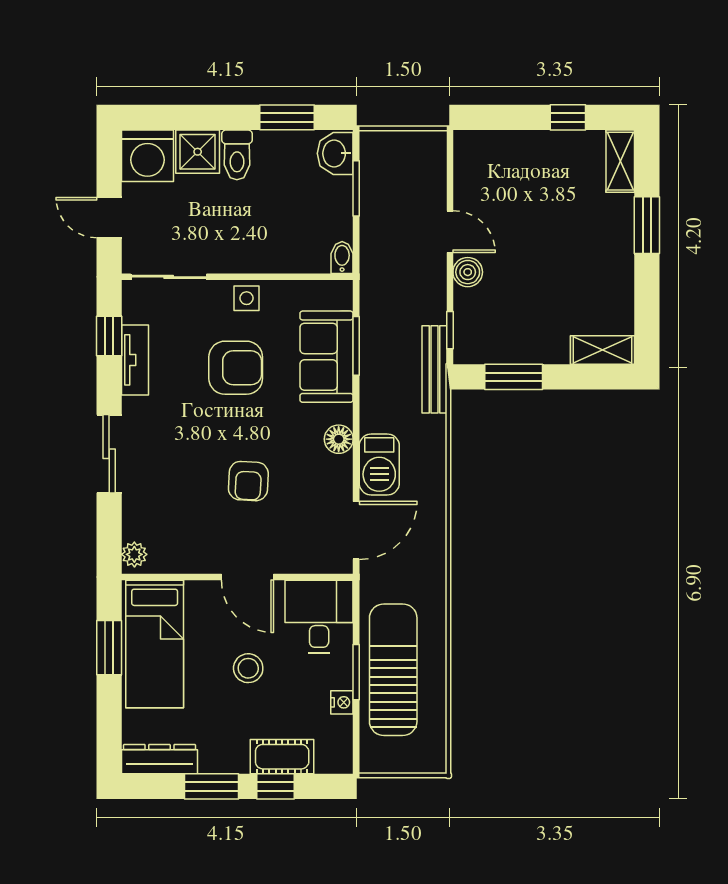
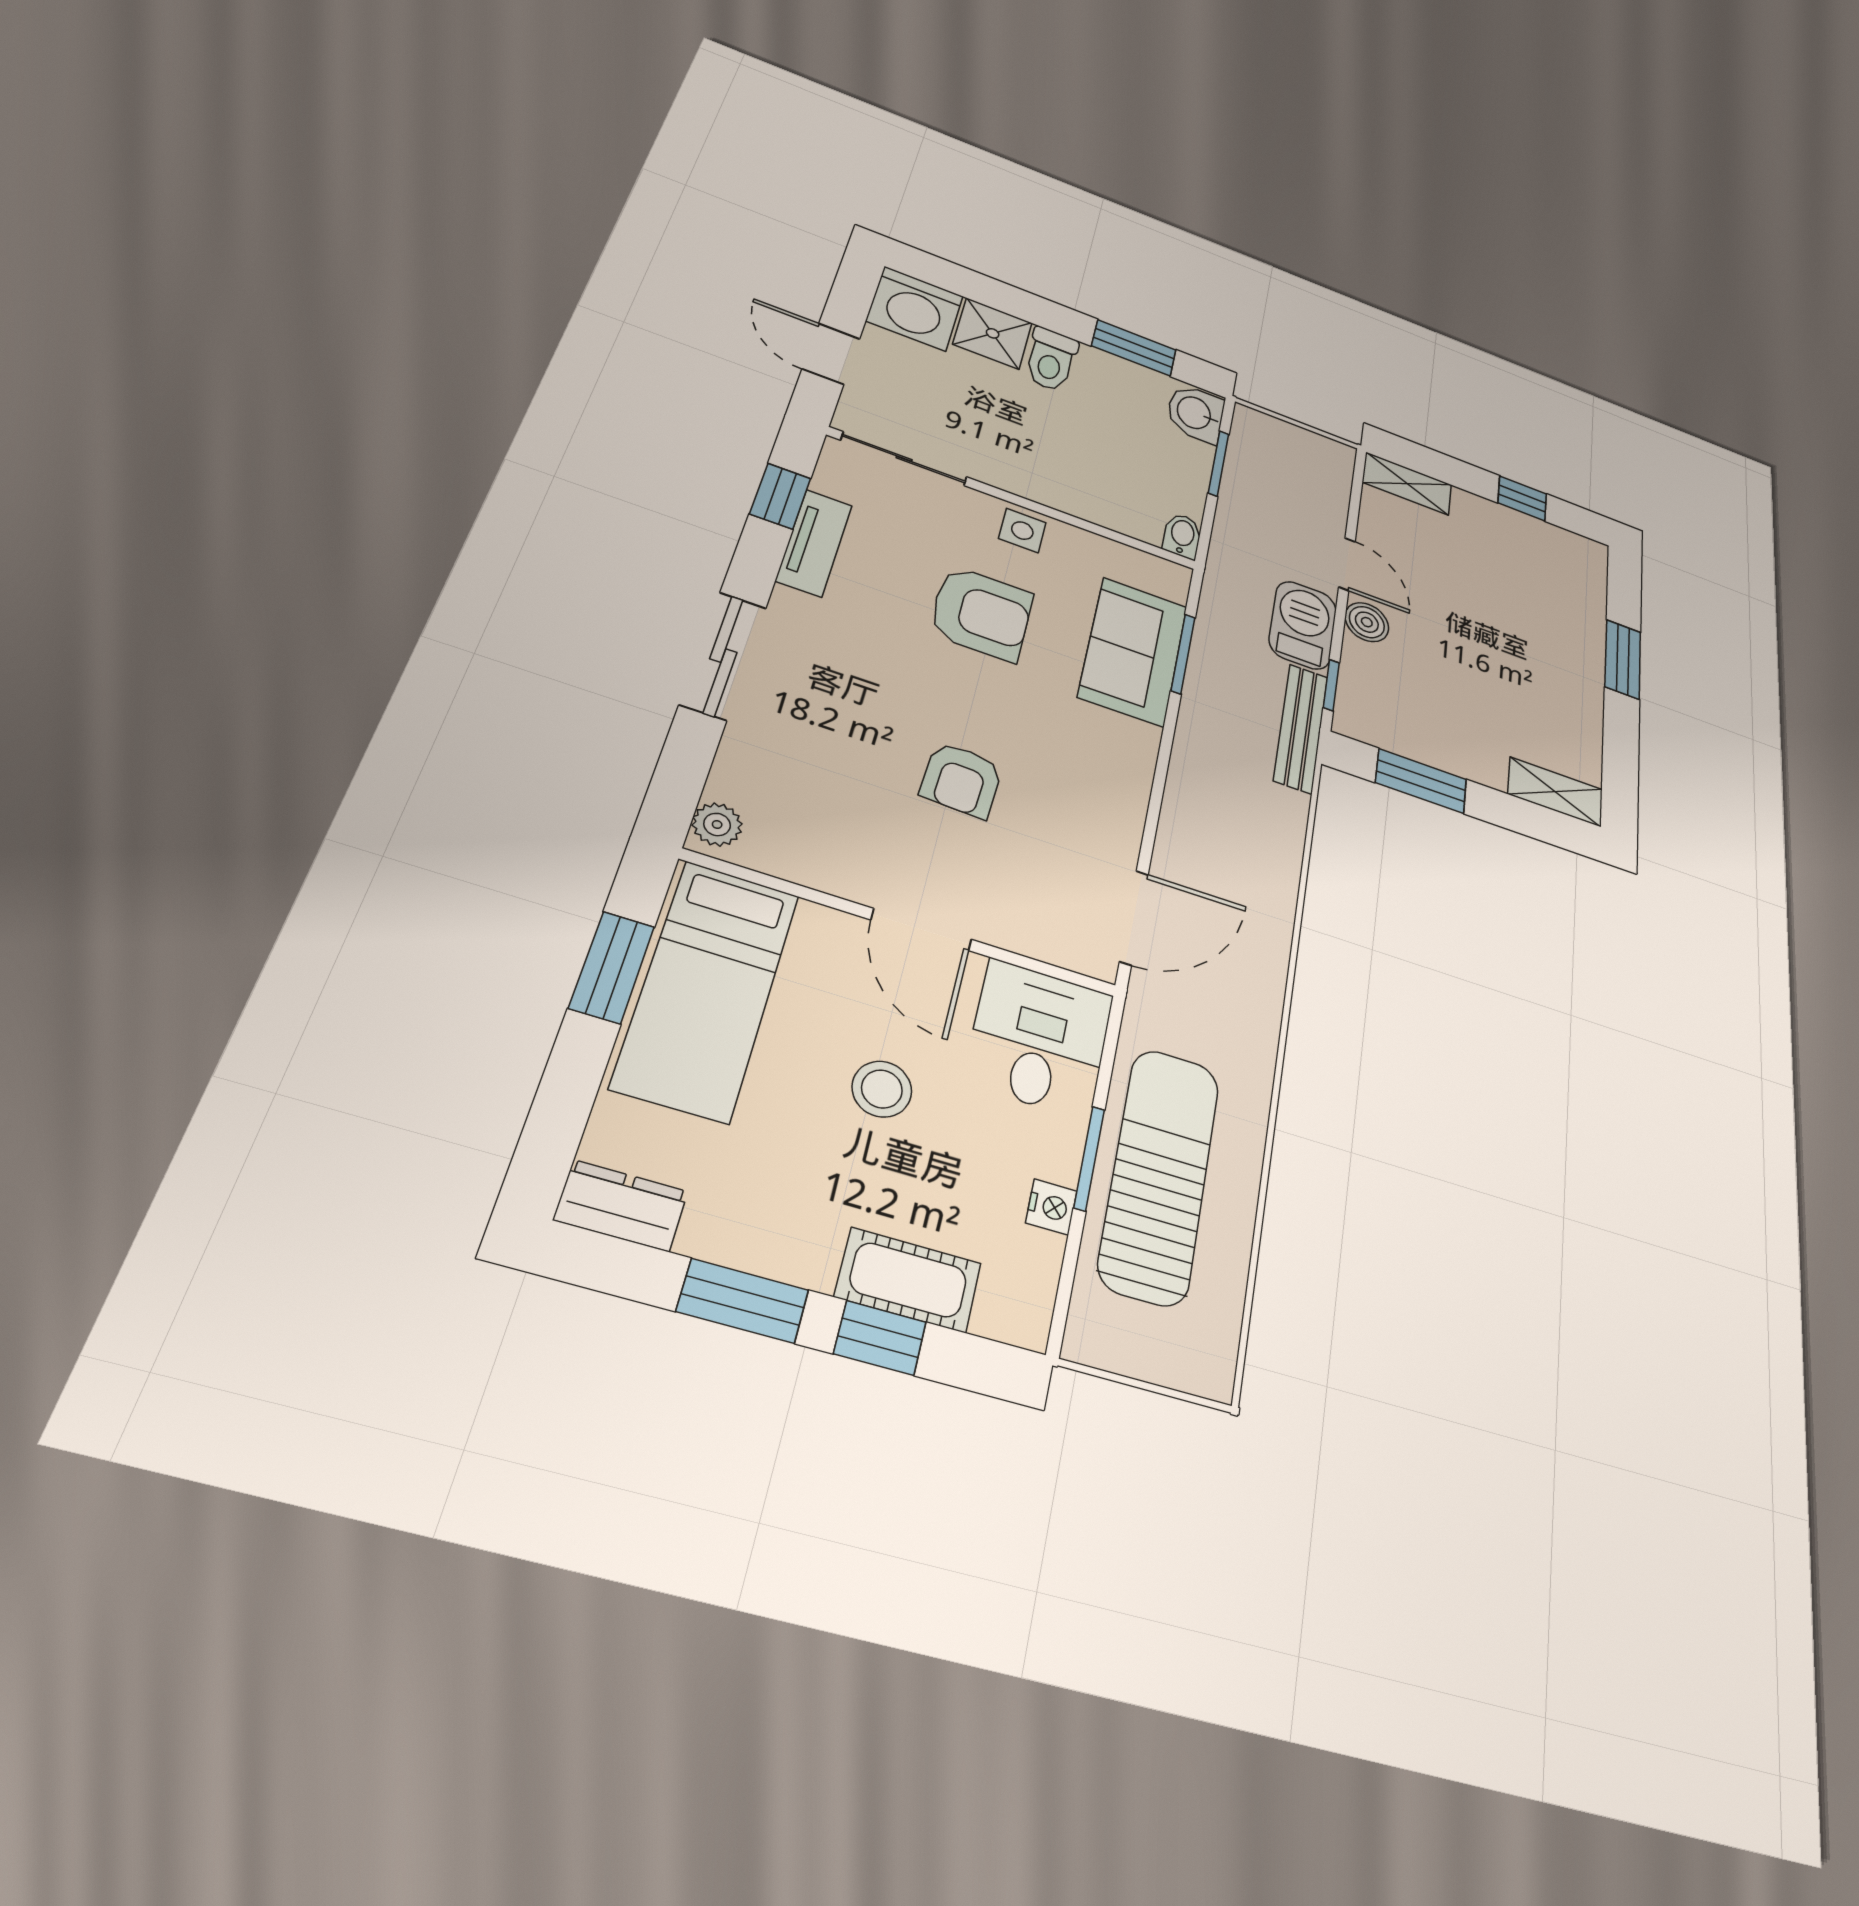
shelving: (620, 161) -> (1407, 484), moved, turned 90
floor lamp: (339, 439) -> (1130, 771), removed
barbecue: (379, 464) -> (1303, 625), moved, turned 180
dresser: (159, 759) -> (621, 1206), width x0.70

